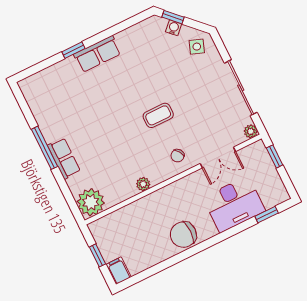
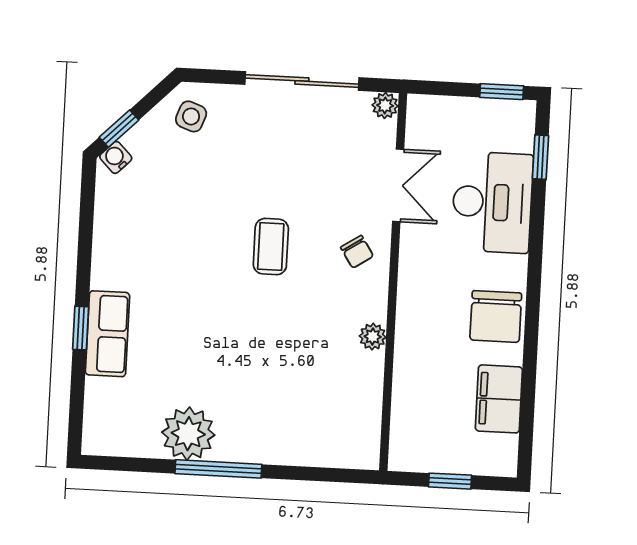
water cooler: (174, 28) -> (116, 157), moved
row of seats: (97, 54) -> (107, 334), moved
window: (275, 156) -> (502, 92), moved
row of seats: (64, 158) -> (255, 446), removed
plant: (91, 202) -> (188, 434), moved
filing cabinet: (119, 271) -> (499, 399), moved, width x2.00

